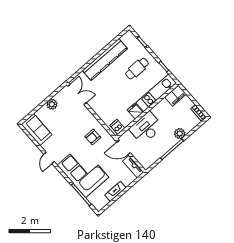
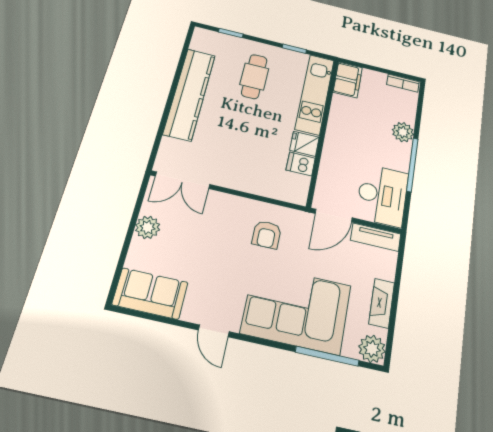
double door: (77, 94) -> (183, 180), swing flipped
dishwasher: (117, 127) -> (301, 164), moved
desk: (146, 128) -> (382, 195), moved, turned 180
plant: (99, 204) -> (372, 349), added

